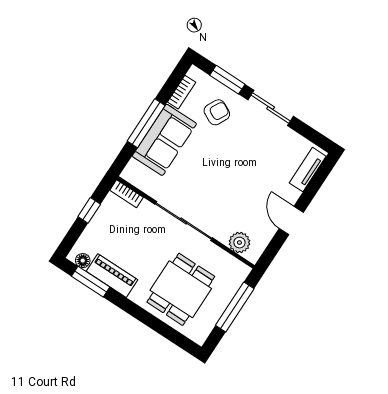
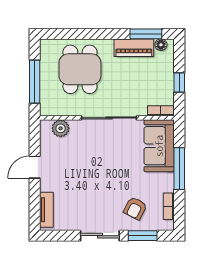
sofa: (164, 140) -> (159, 146), moved
door: (291, 221) -> (35, 167), swing flipped

